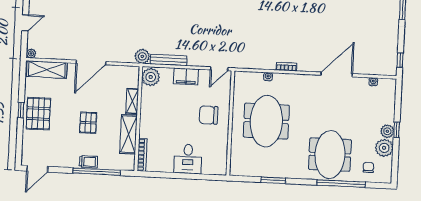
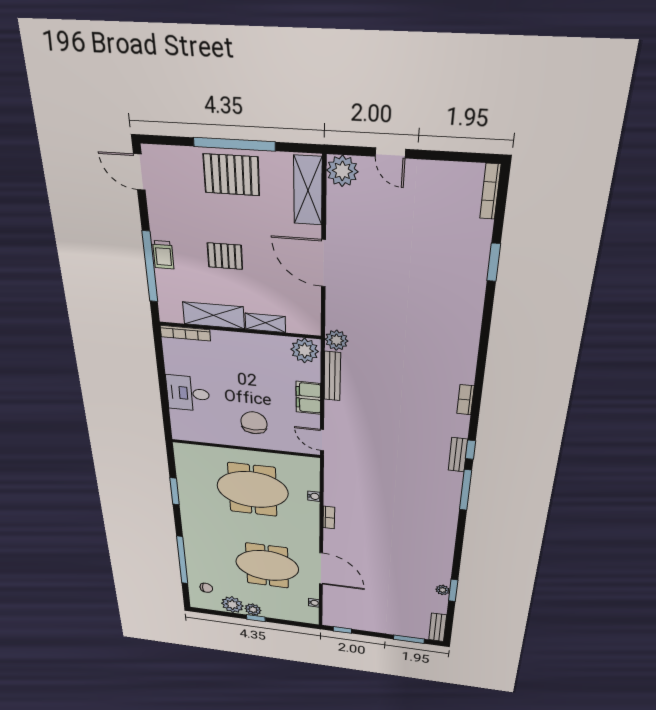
plant: (31, 53) -> (342, 171), width x1.88, depth x1.88
window: (21, 110) -> (234, 144), width x3.17
meeting table: (330, 155) -> (267, 566), moved

